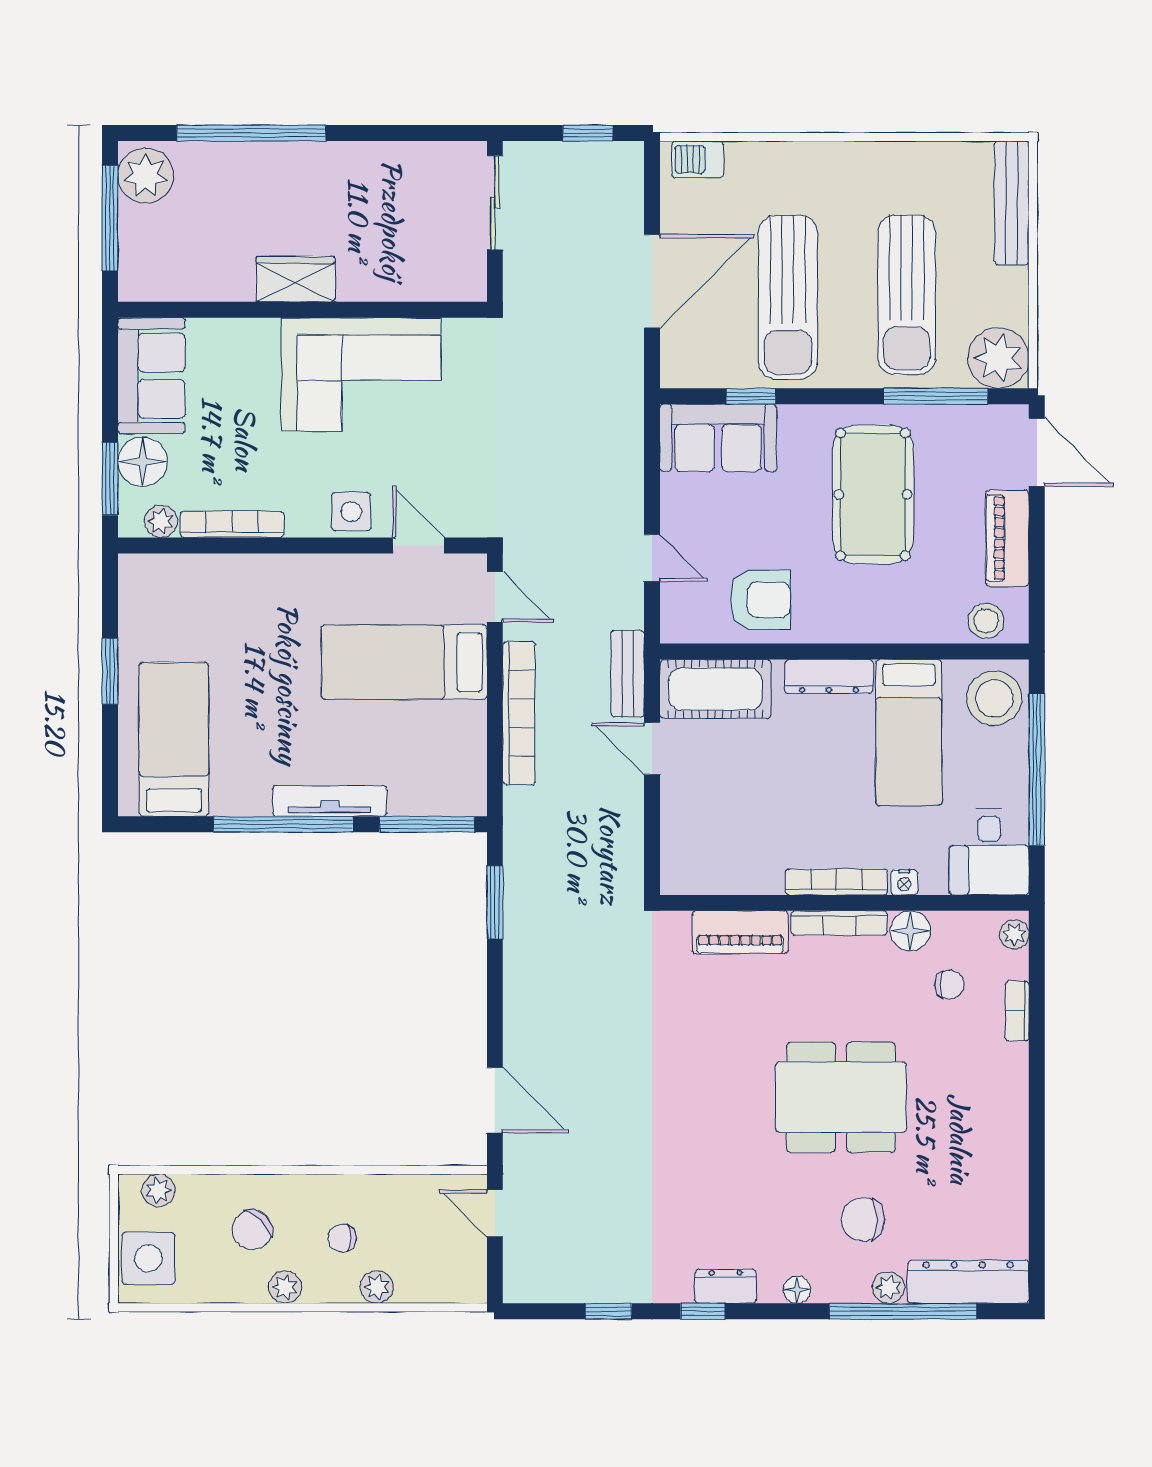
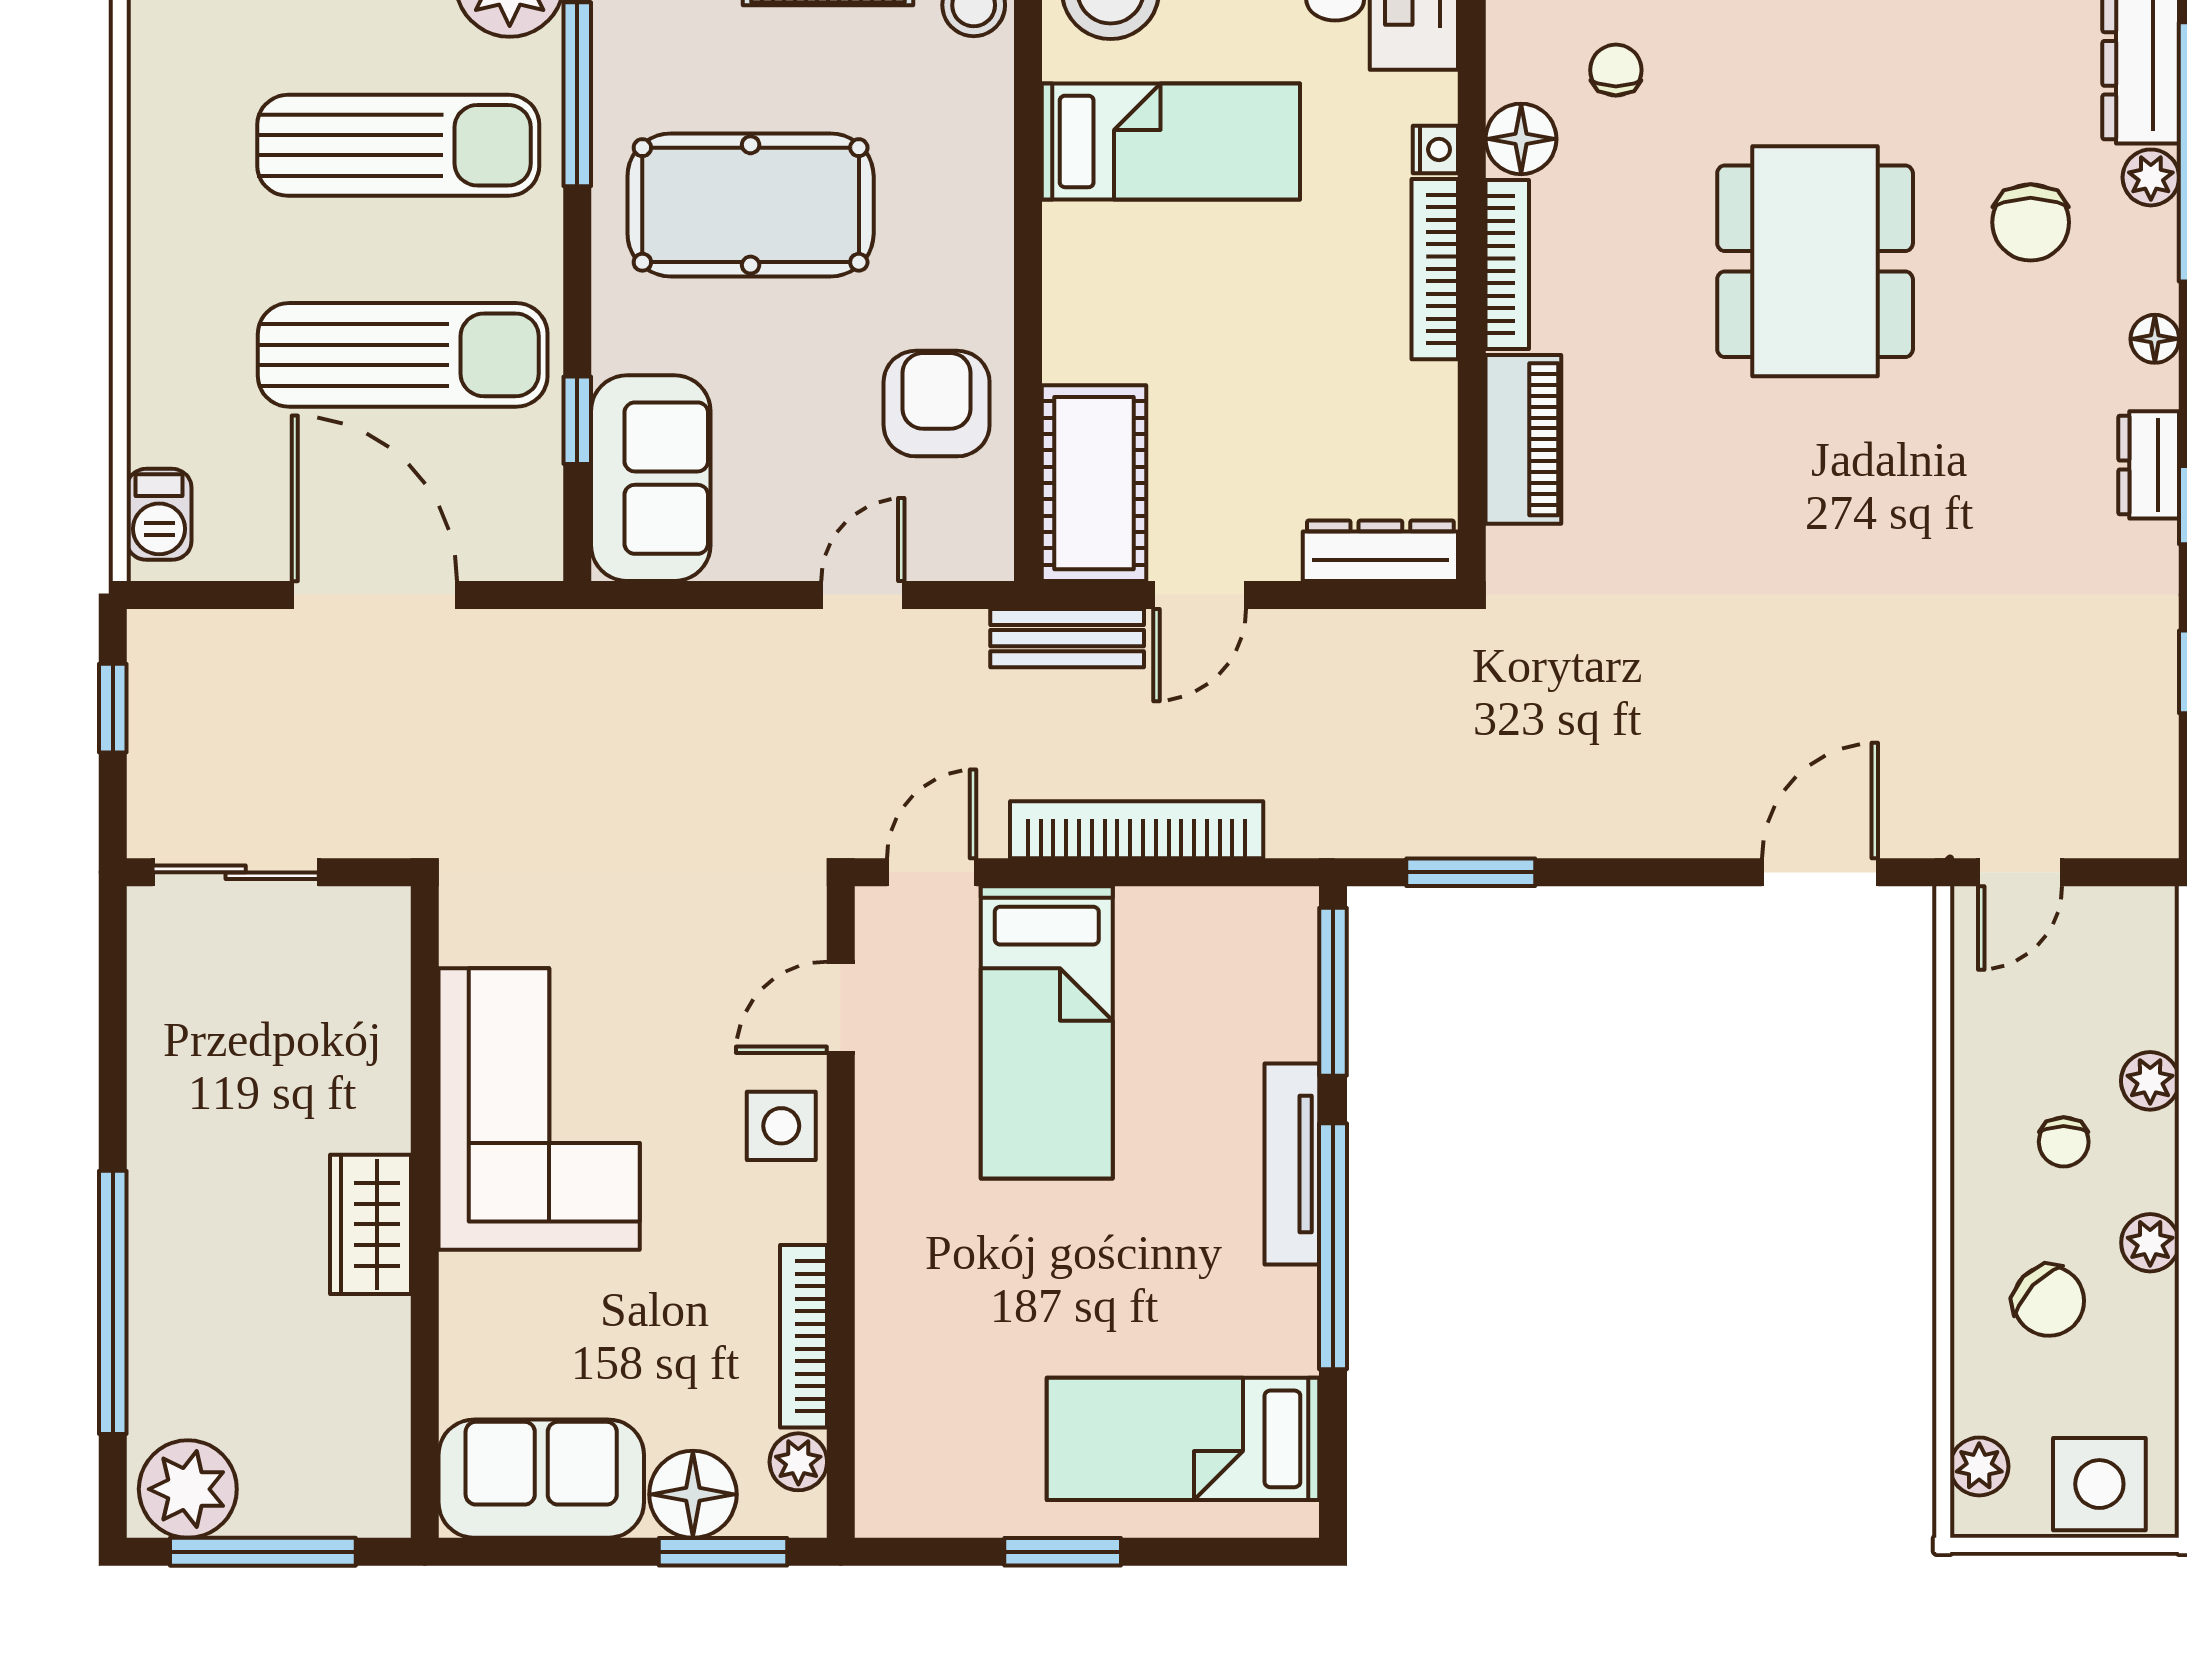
dresser: (829, 677) -> (1380, 551), moved, turned -90

